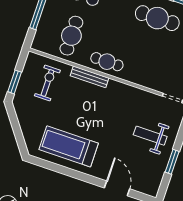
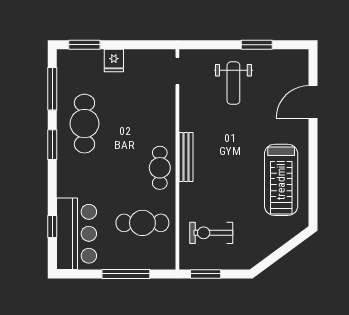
bench: (89, 77) -> (186, 157), moved
window: (15, 82) -> (206, 274), moved

